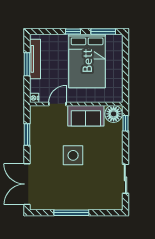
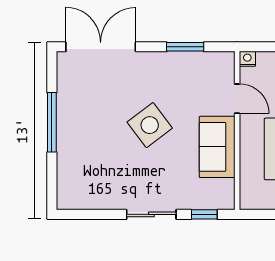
floor lamp: (114, 114) -> (220, 194), removed
side table: (73, 155) -> (150, 125), turned -37
sliding door: (125, 179) -> (151, 214), moved

